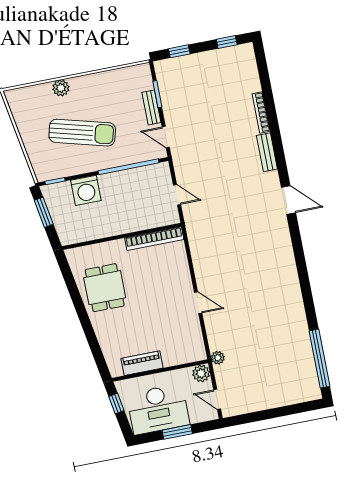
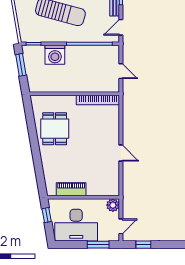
door: (166, 137) -> (121, 27), hinge flipped
plant: (218, 358) -> (127, 196), removed
door: (217, 399) -> (121, 226), swing flipped
window: (251, 417) -> (143, 245), added
window: (177, 432) -> (98, 245), moved

